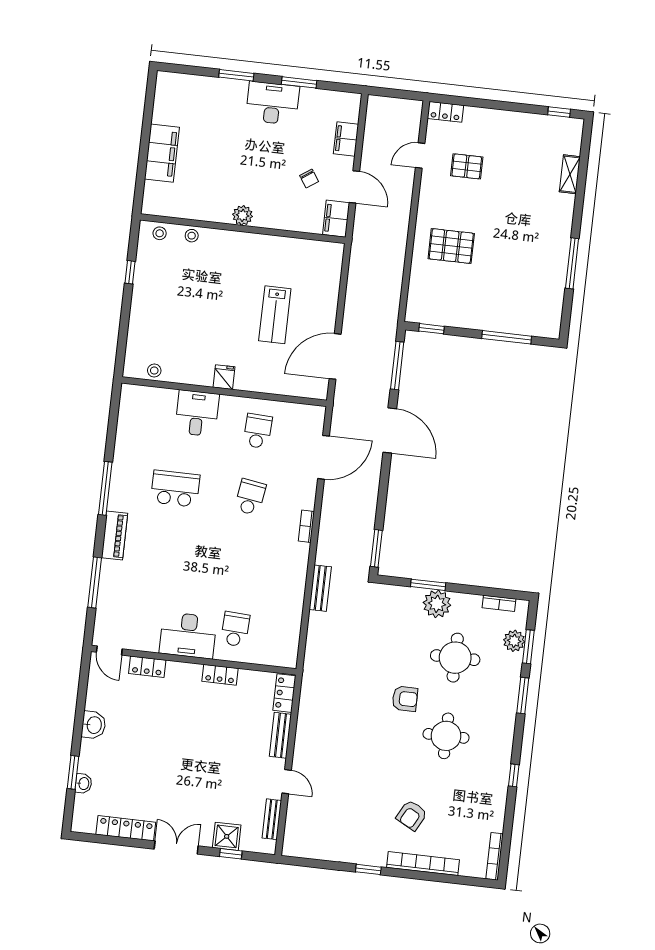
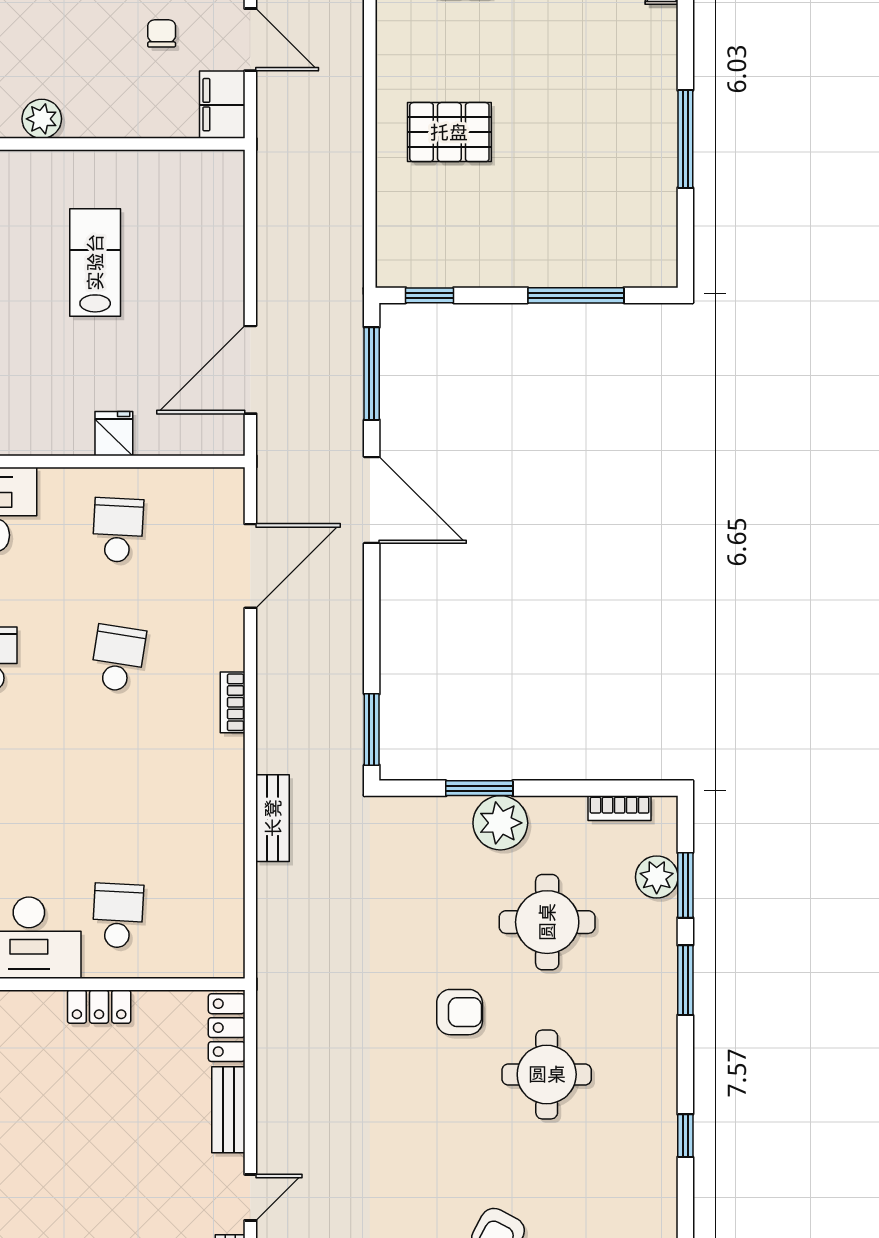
chair: (309, 179) -> (162, 33), turned -146
lab bench: (275, 315) -> (95, 262), moved, turned 180
fridge: (224, 377) -> (114, 434), moved
door: (287, 782) -> (250, 1197), hinge flipped

